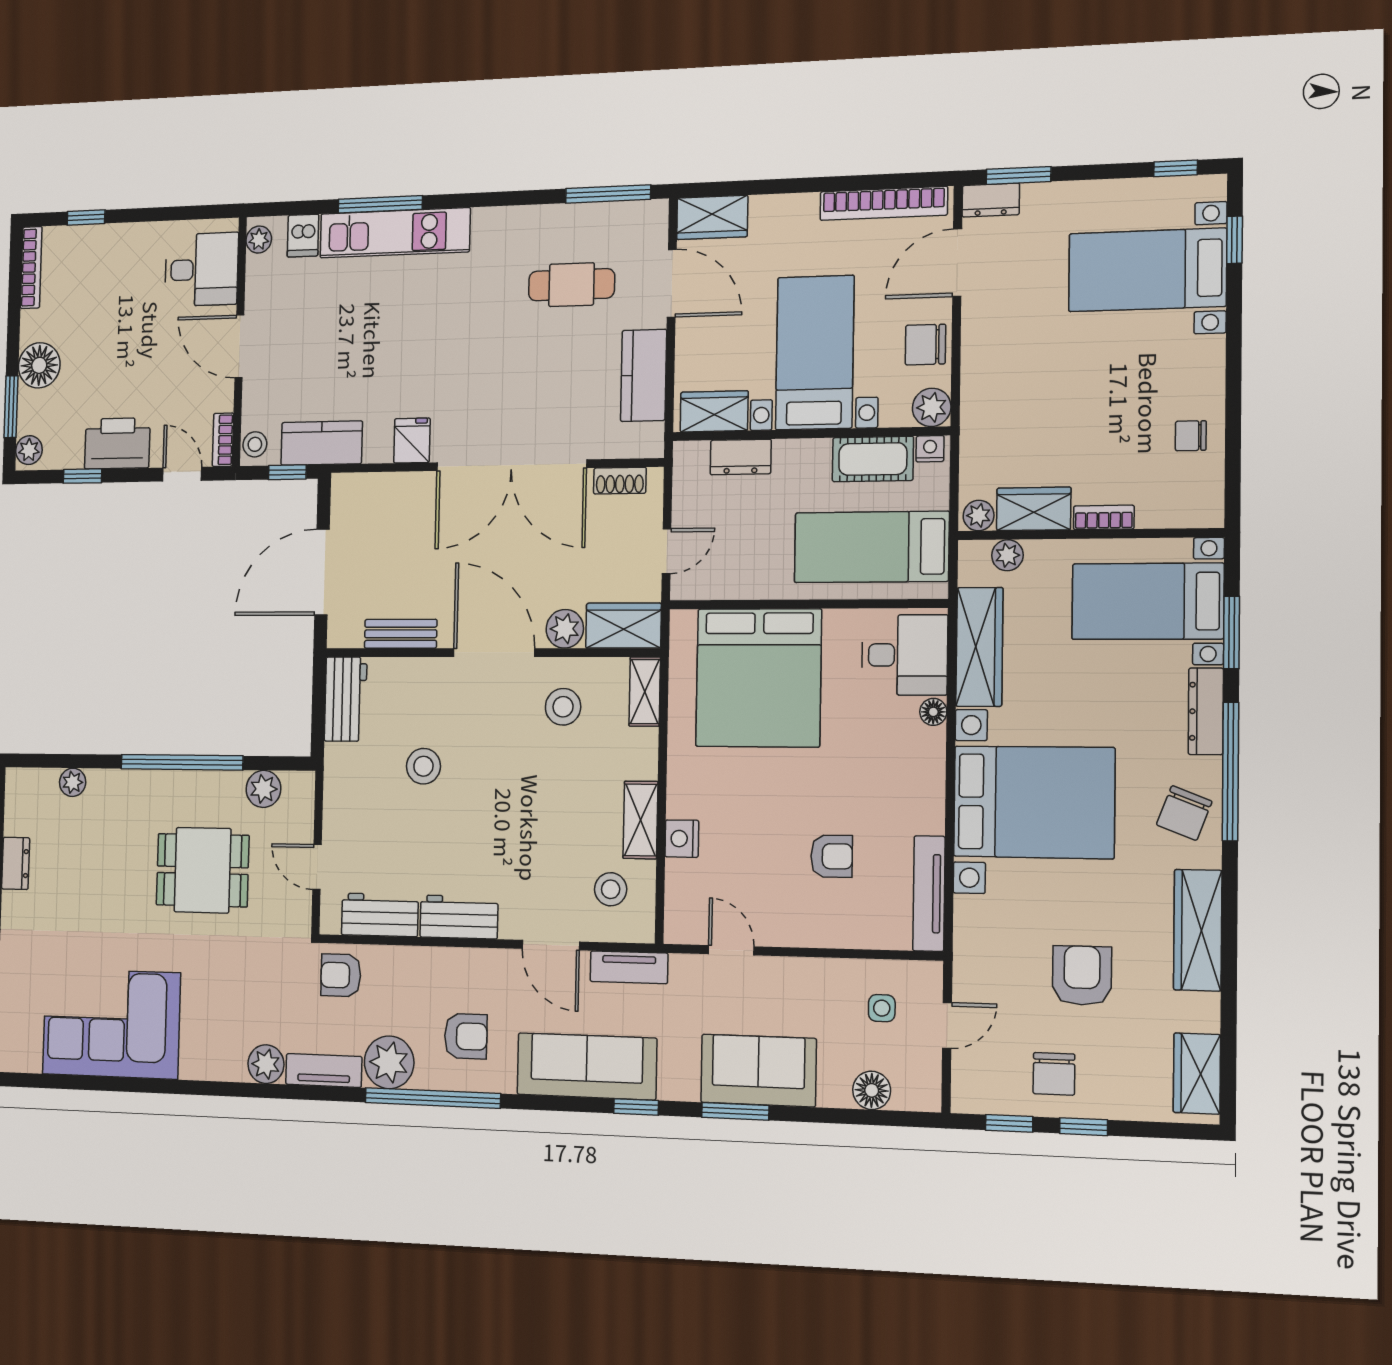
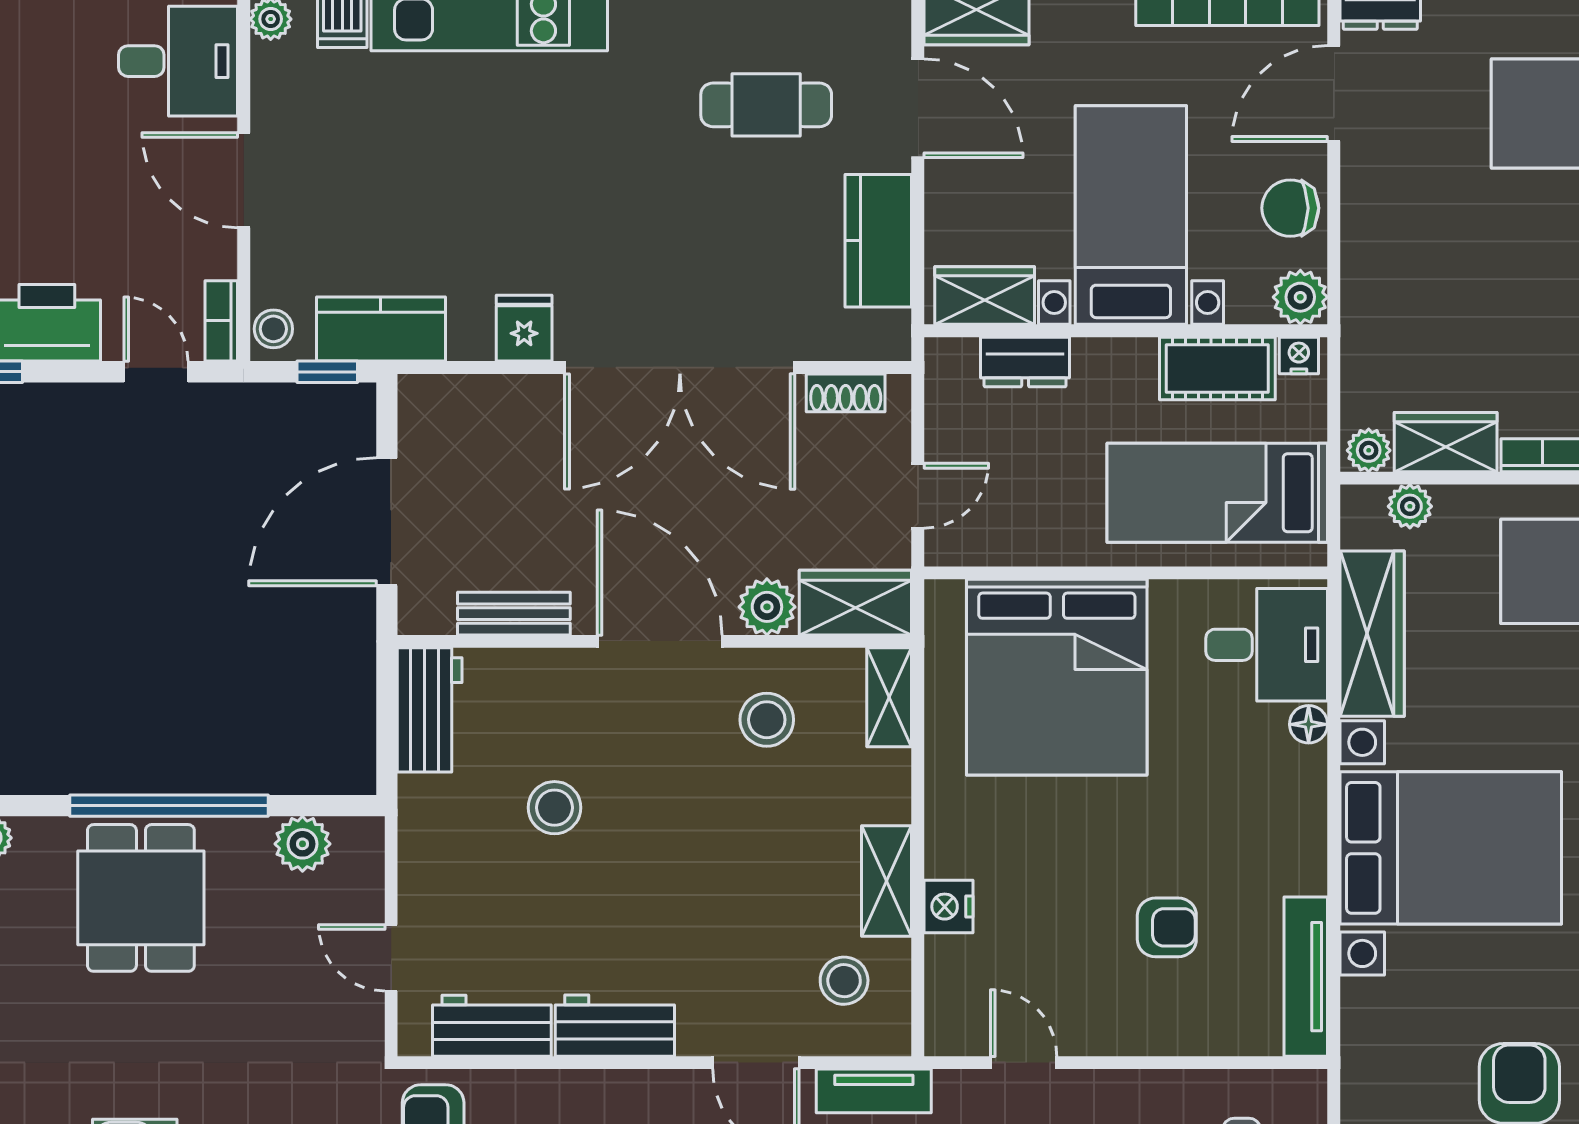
dining table: (203, 870) -> (141, 898), moved, turned 90

